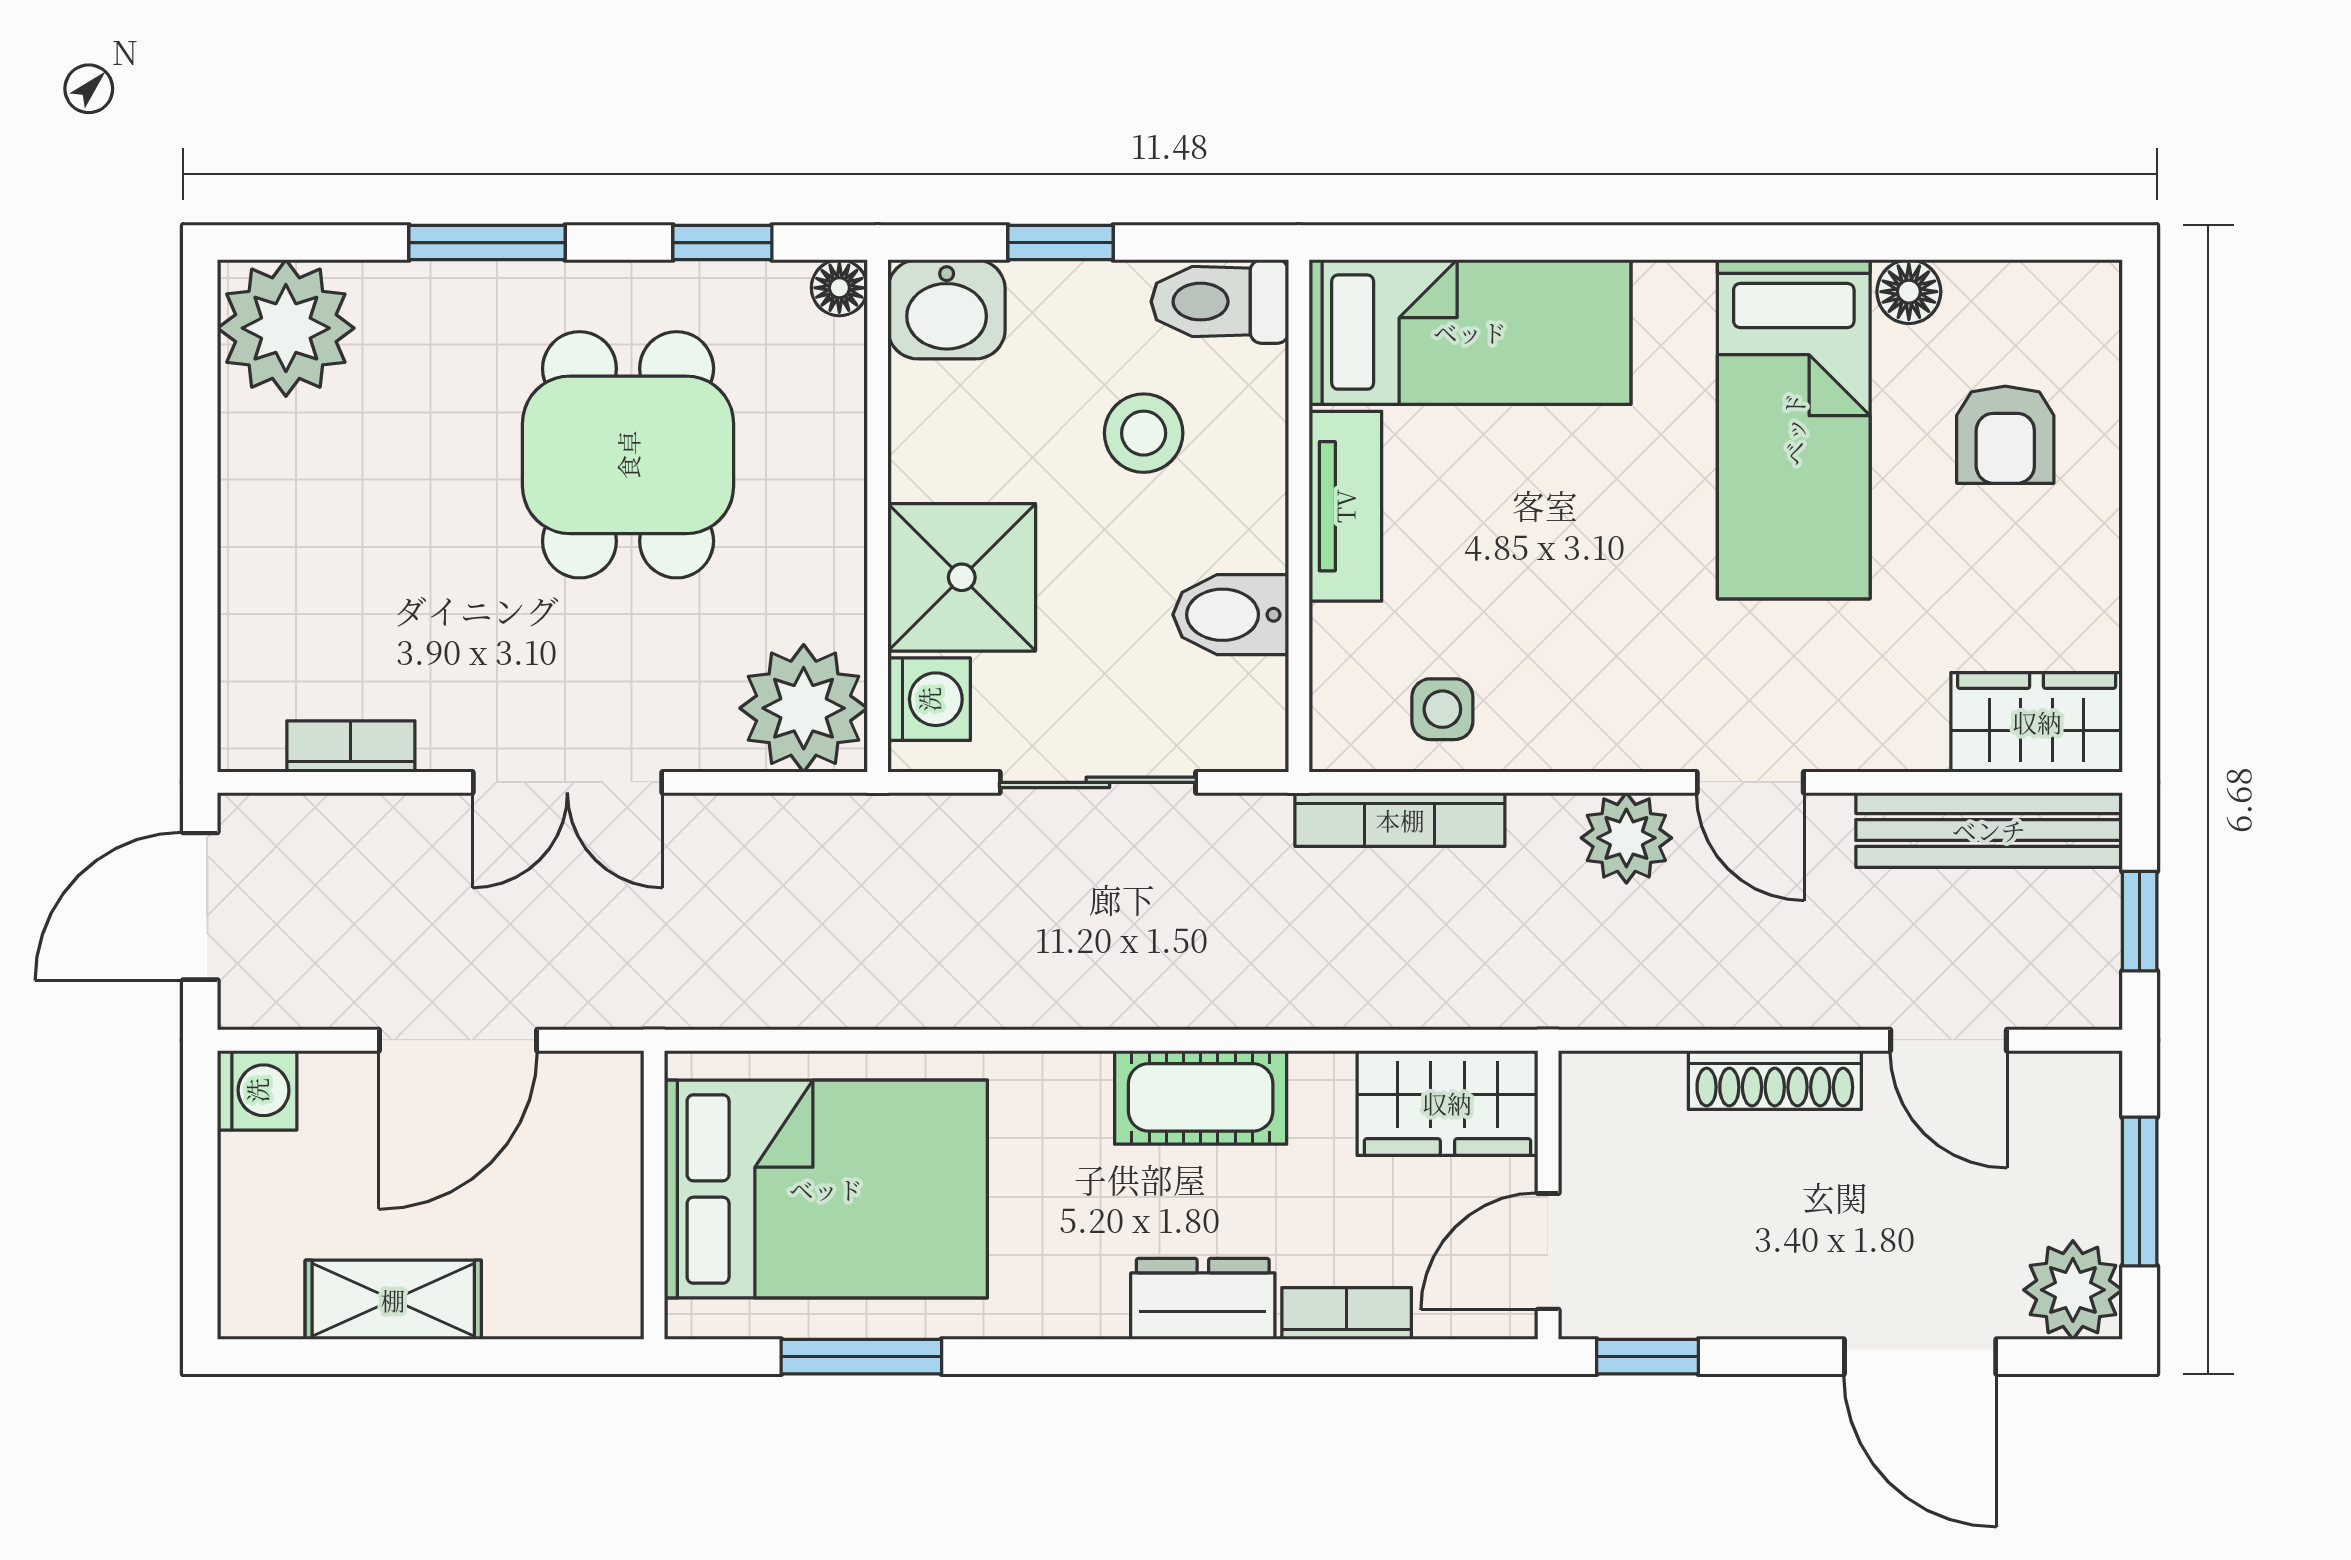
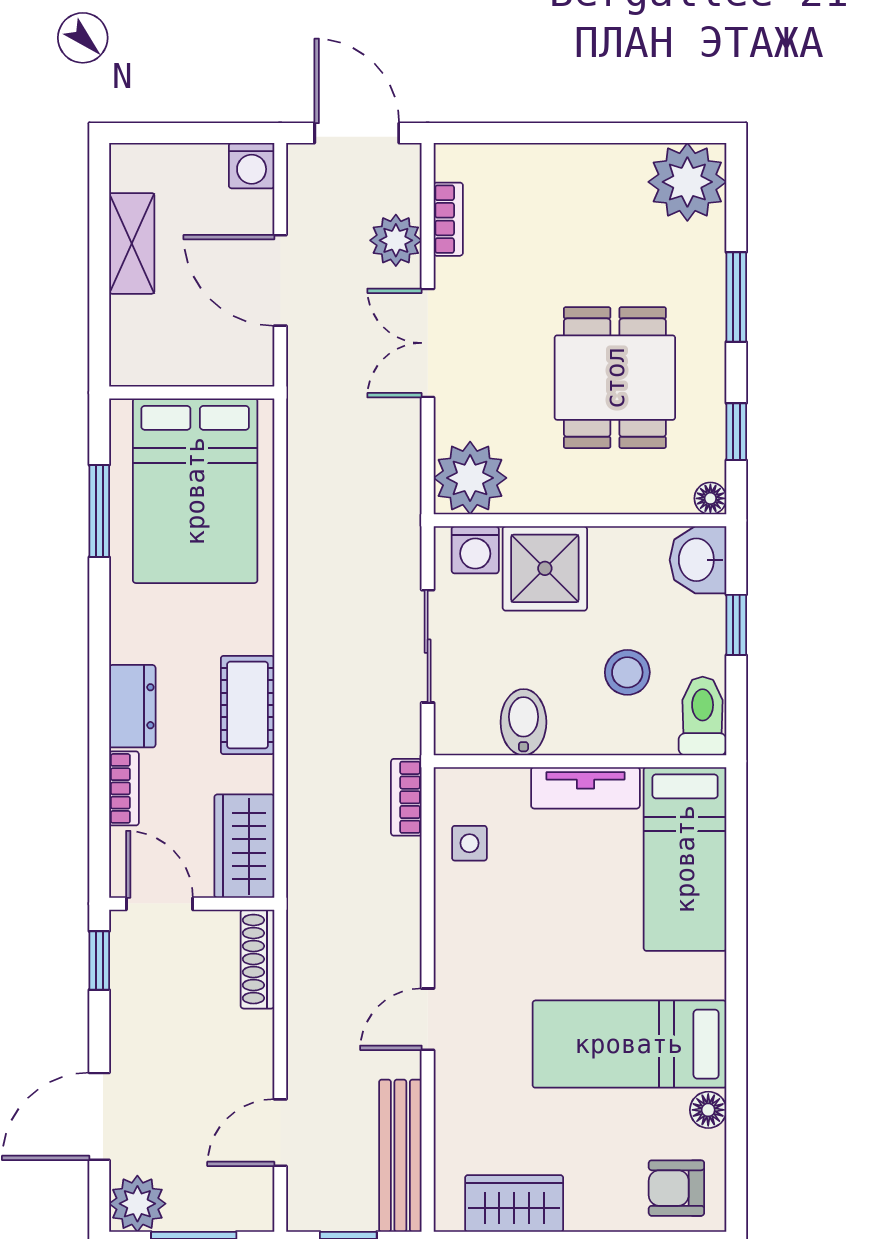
armchair: (2005, 435) -> (676, 1188), moved
dining table: (628, 455) -> (615, 378), turned 90
wardrobe: (2037, 722) -> (514, 1204), moved, turned -90
bookcase: (1400, 820) -> (406, 797), width x0.64
plant: (1626, 838) -> (396, 240), moved
shoe rack: (1775, 1080) -> (257, 959), moved

